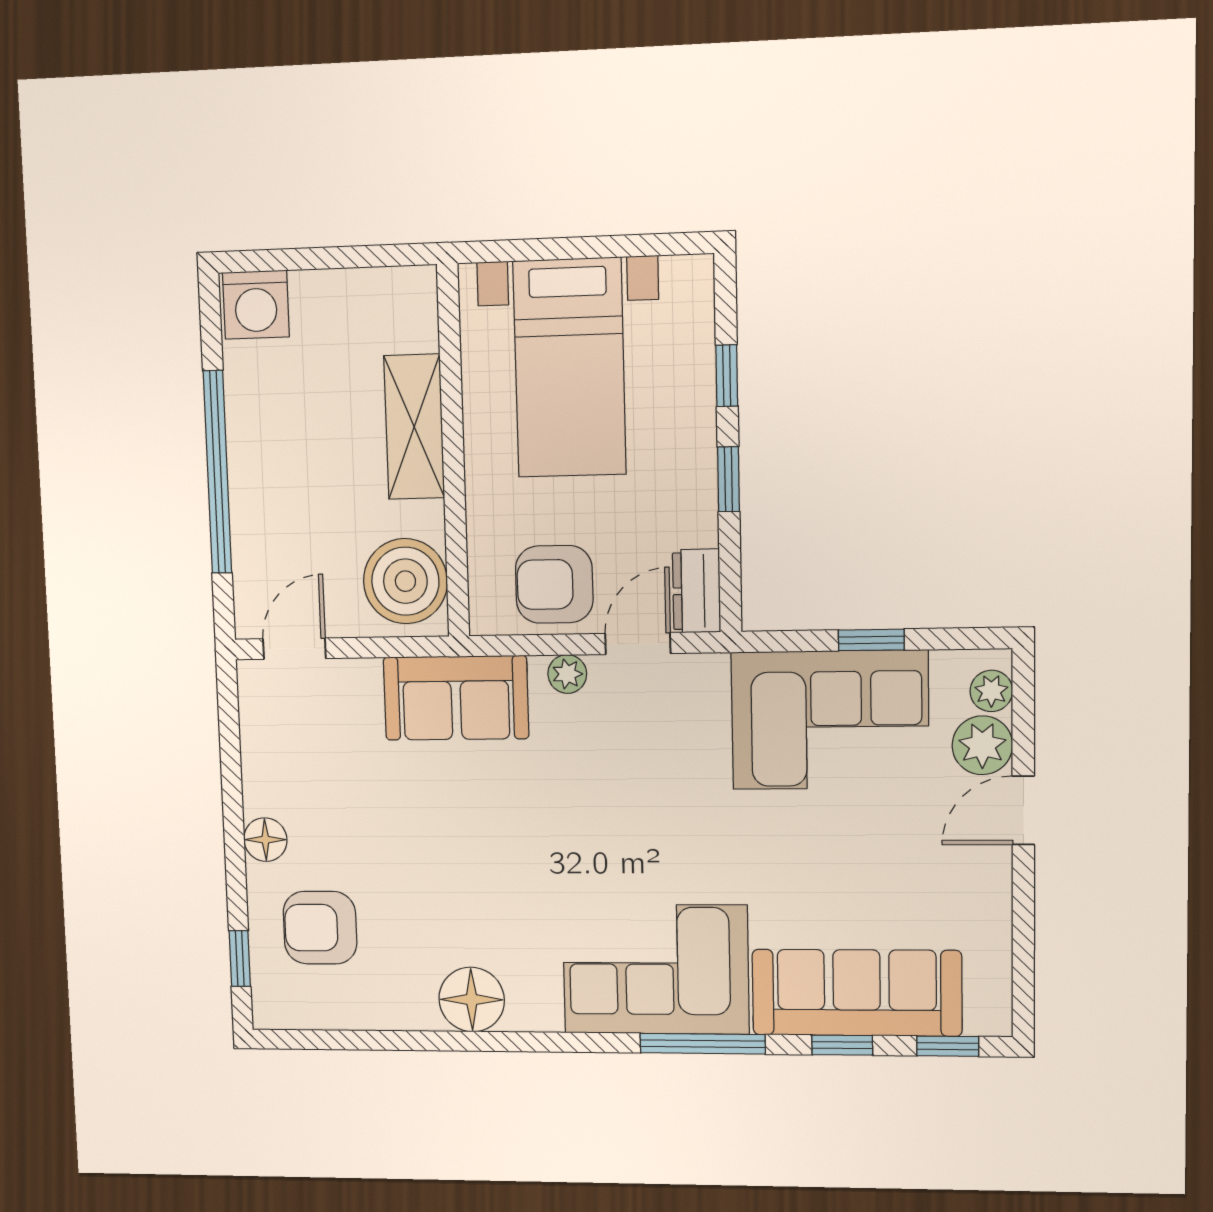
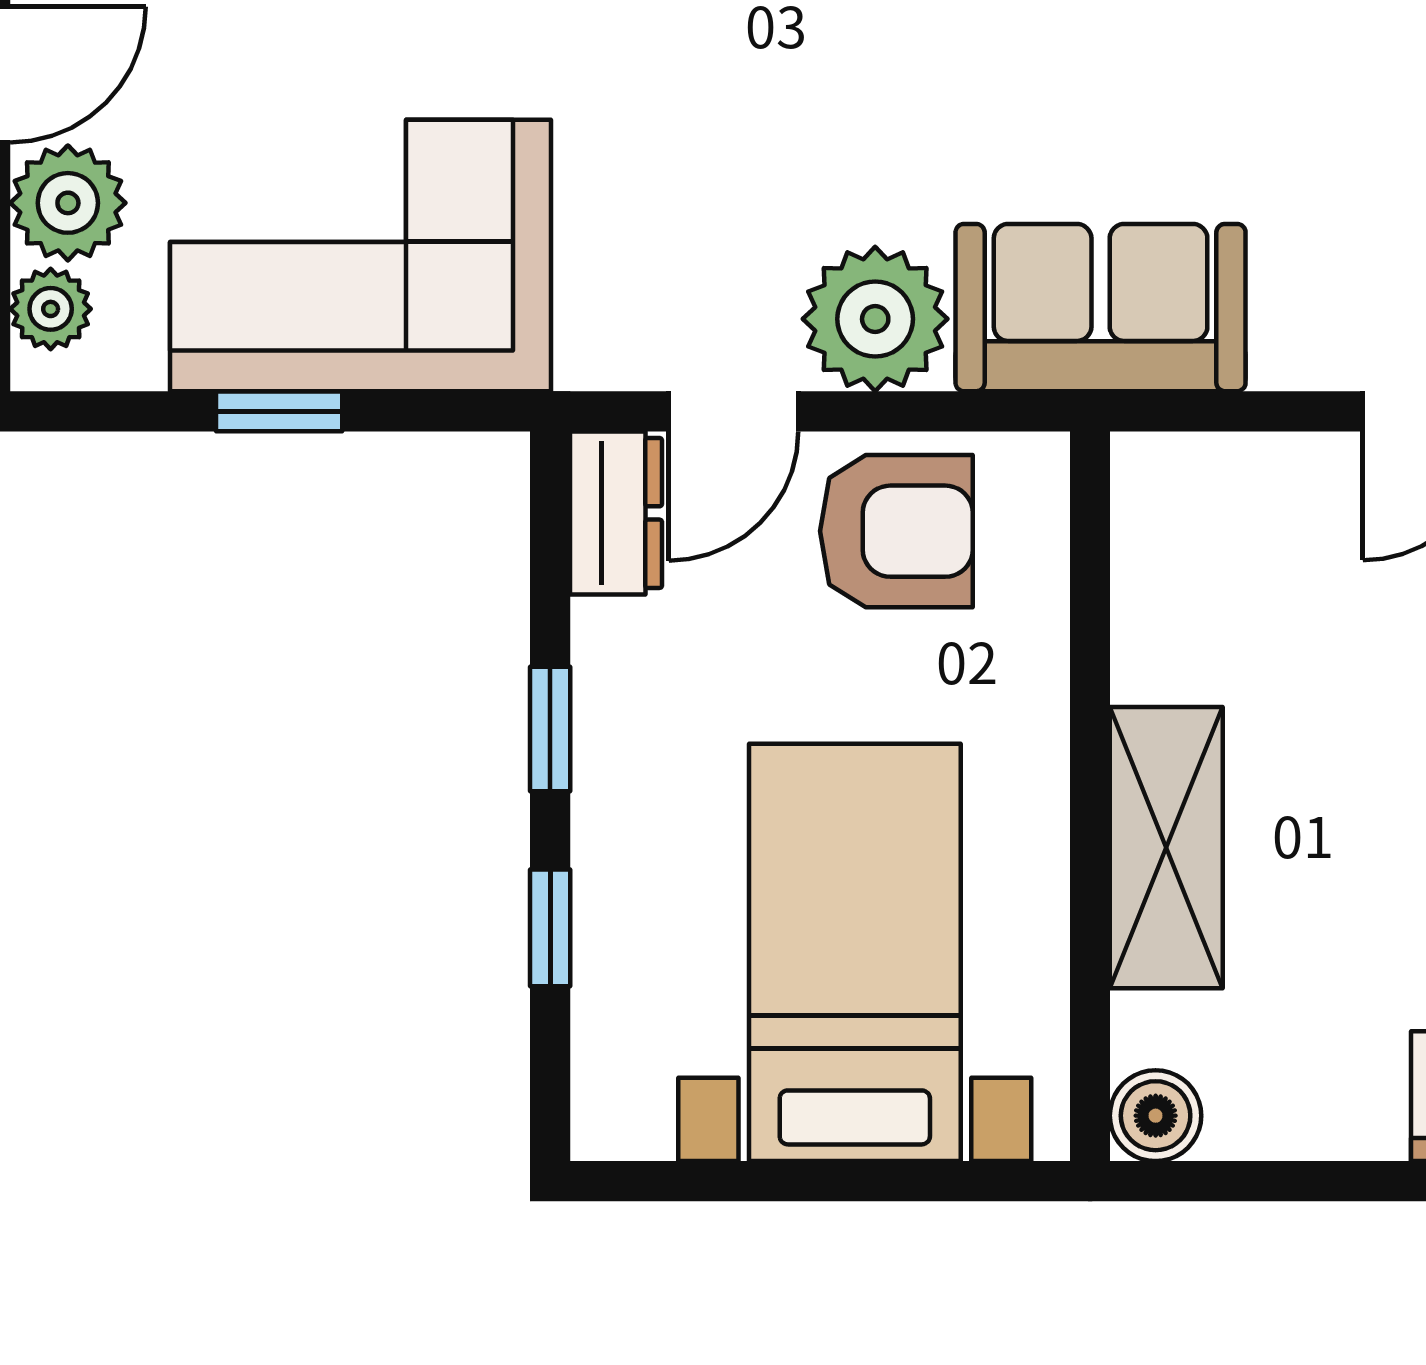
boiler: (405, 581) -> (1156, 1116), moved, width x0.54, depth x0.54
plant: (567, 674) -> (875, 319), width x1.88, depth x1.88

